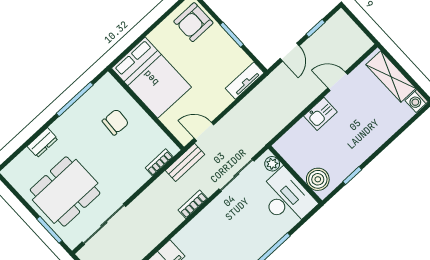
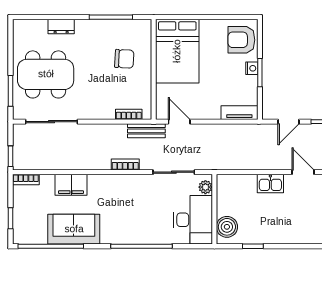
nightstand: (222, 37) -> (252, 68), added

